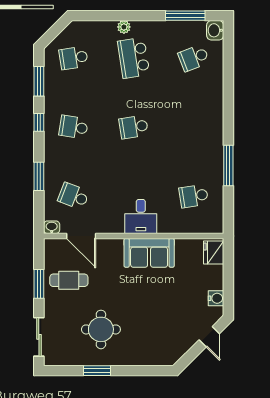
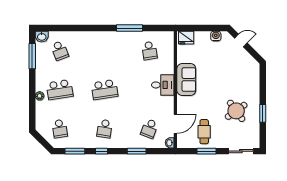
school desk: (134, 127) -> (105, 90), width x1.85
round table: (101, 329) -> (236, 111), turned -36

